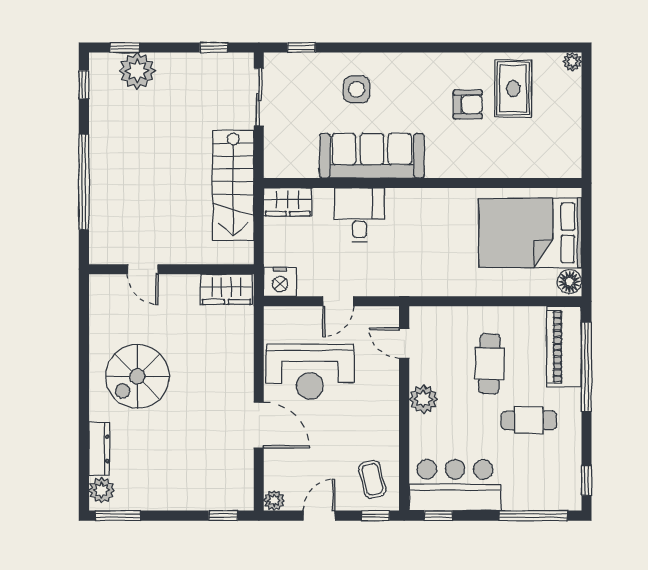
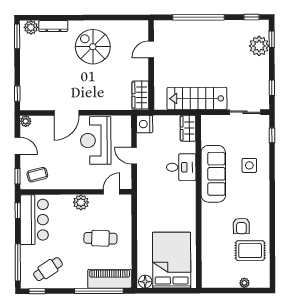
plant: (572, 62) -> (244, 283), moved
cafe table: (529, 420) -> (48, 269), moved, turned 56

